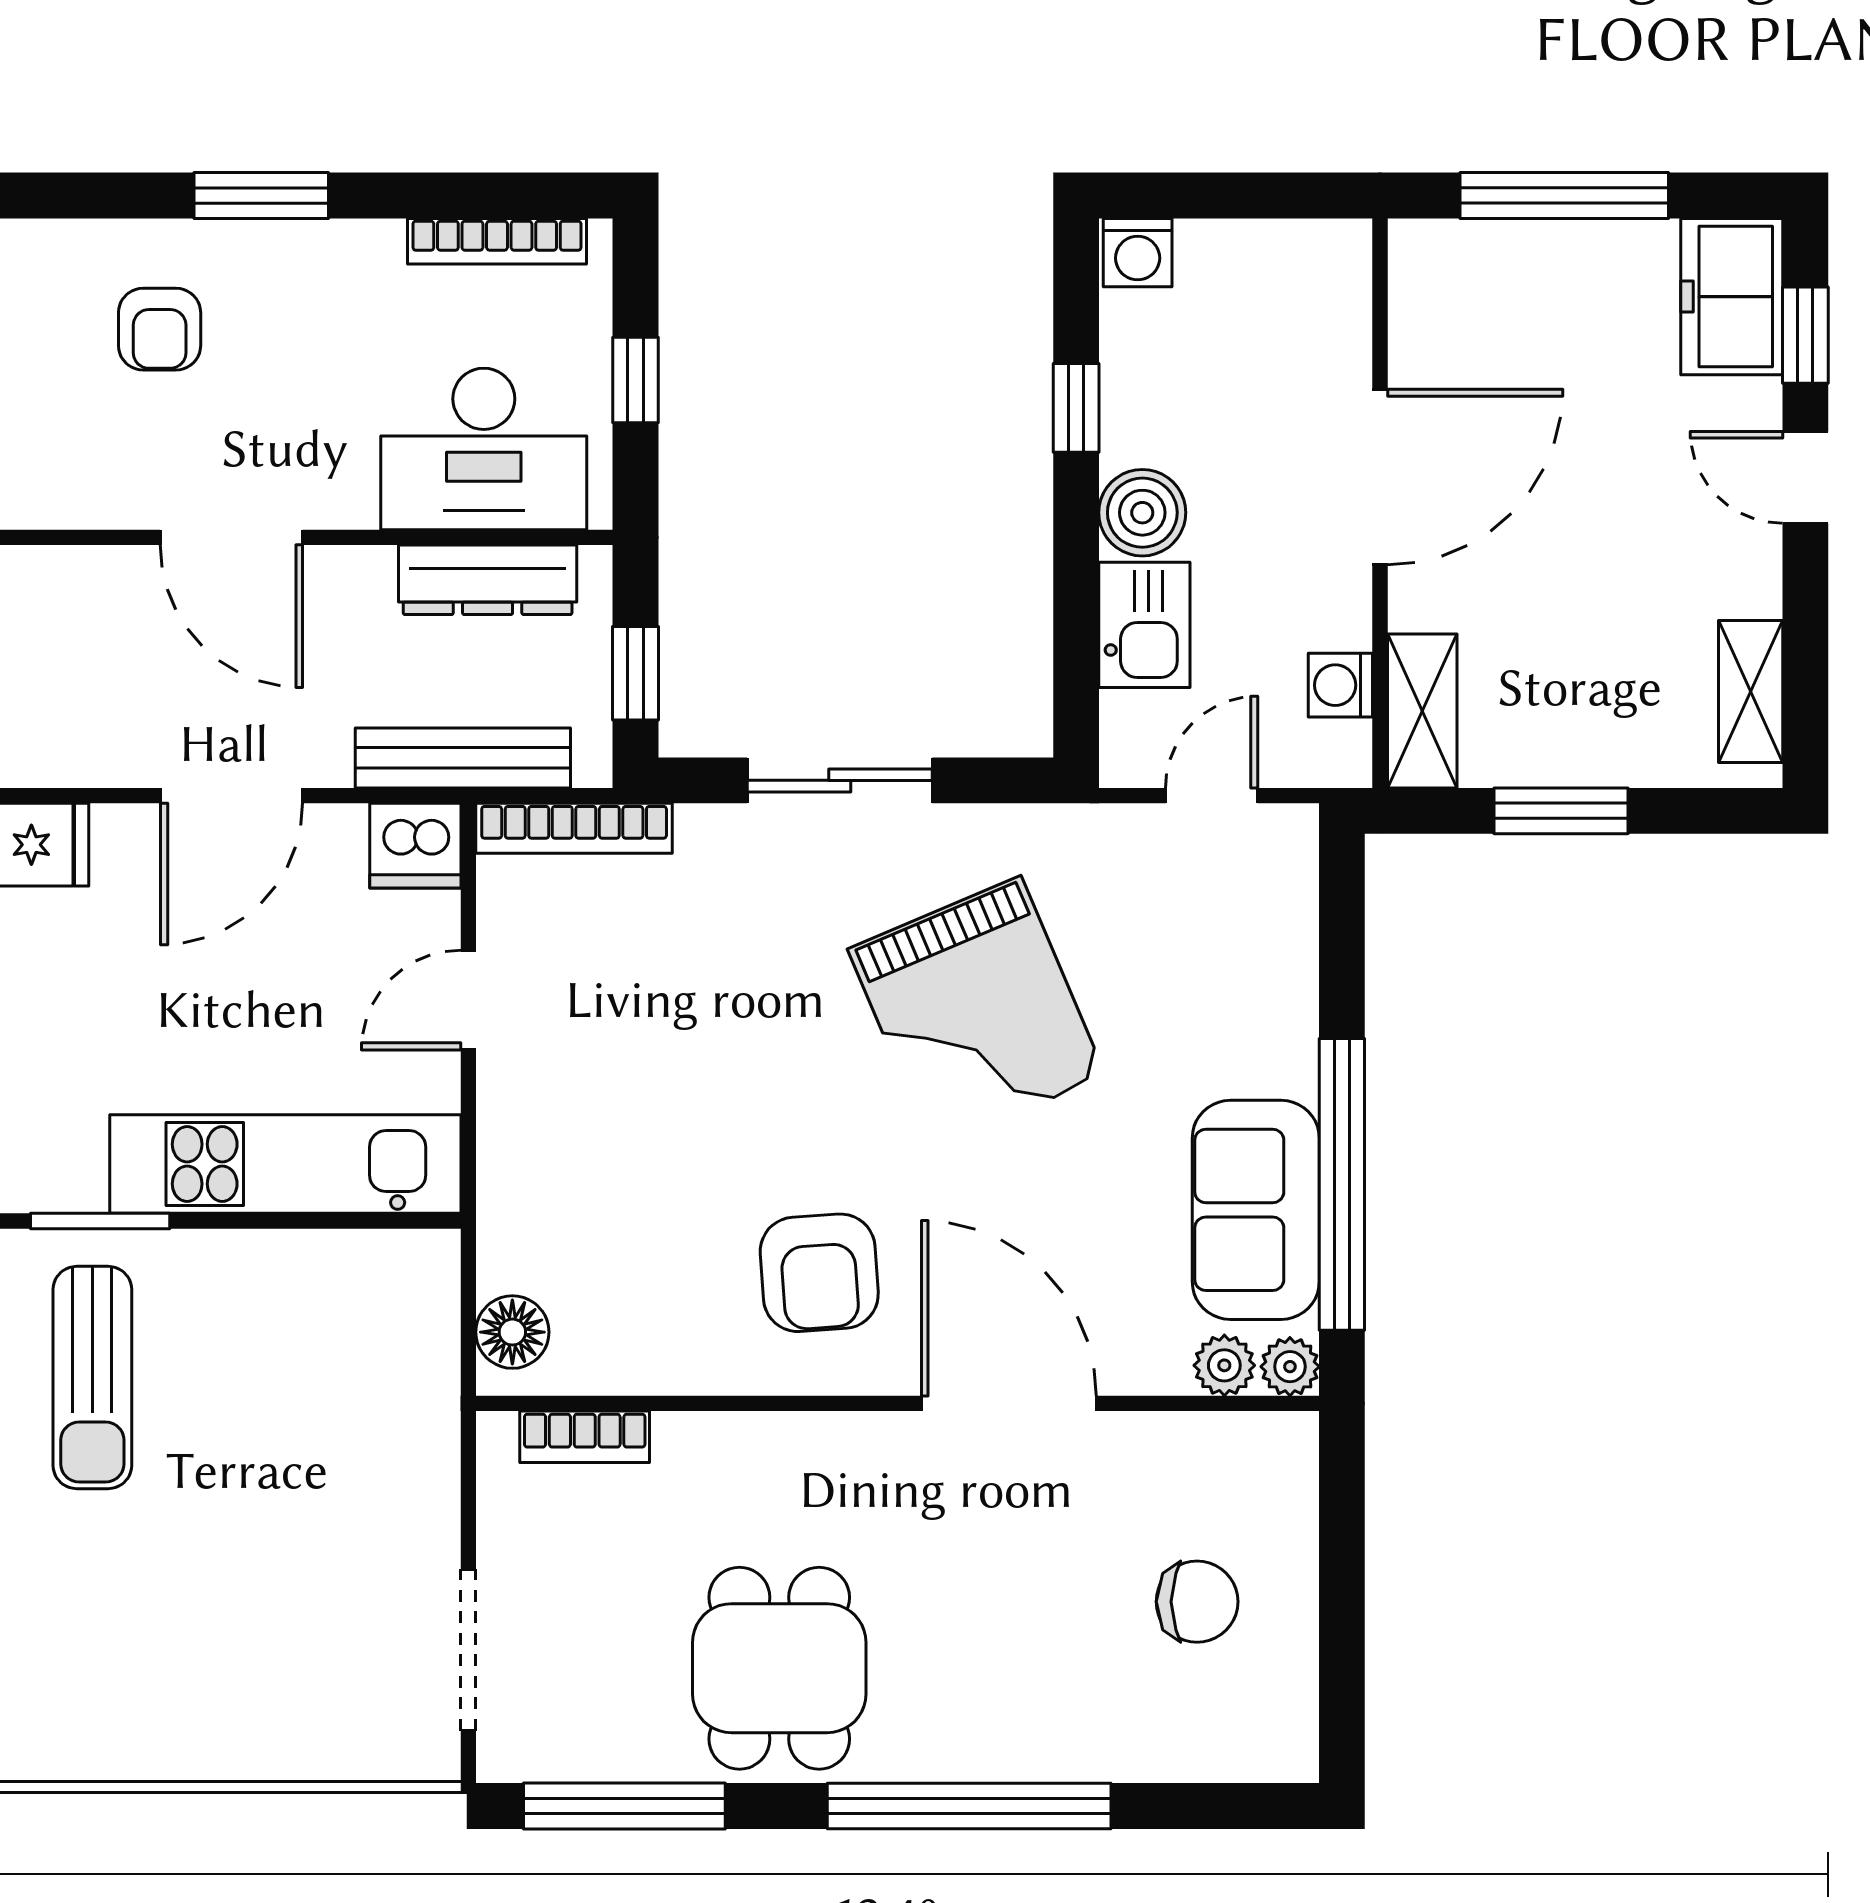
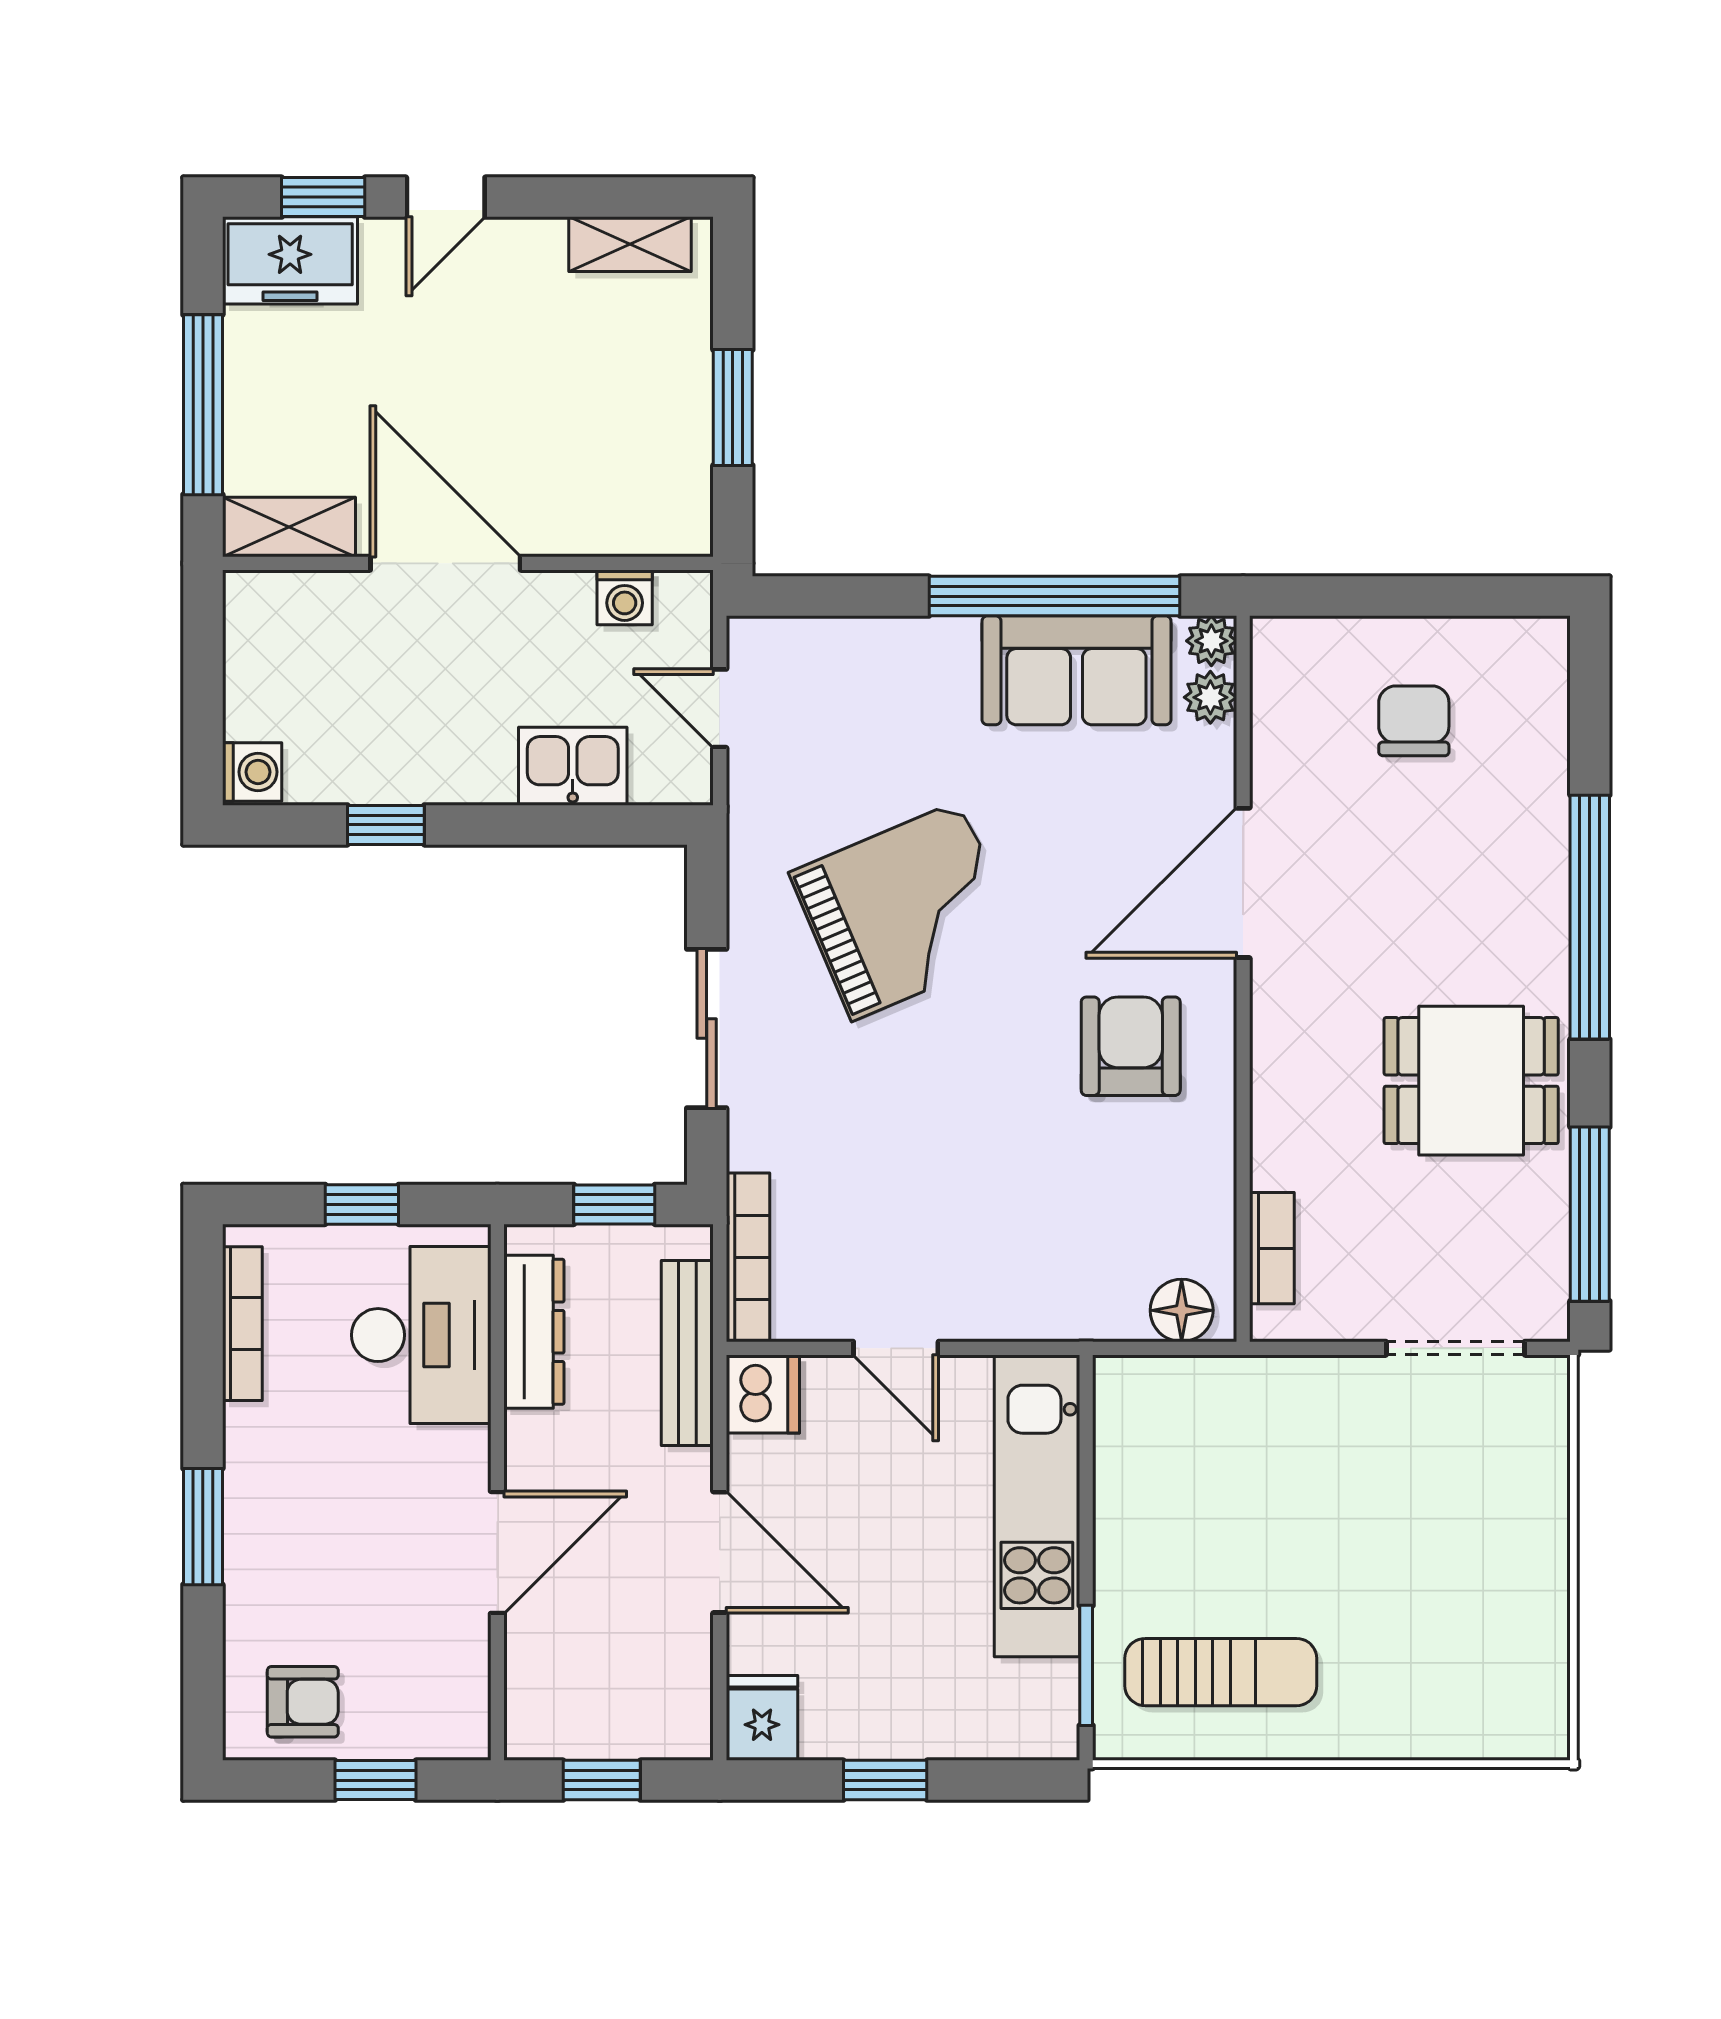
armchair: (160, 329) -> (303, 1702), moved
boiler: (1142, 513) -> (476, 768), removed
shelving: (1422, 711) -> (289, 527), moved
armchair: (819, 1273) -> (1131, 1046), turned -86

